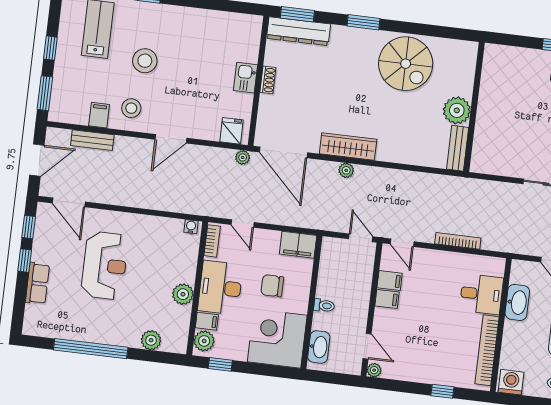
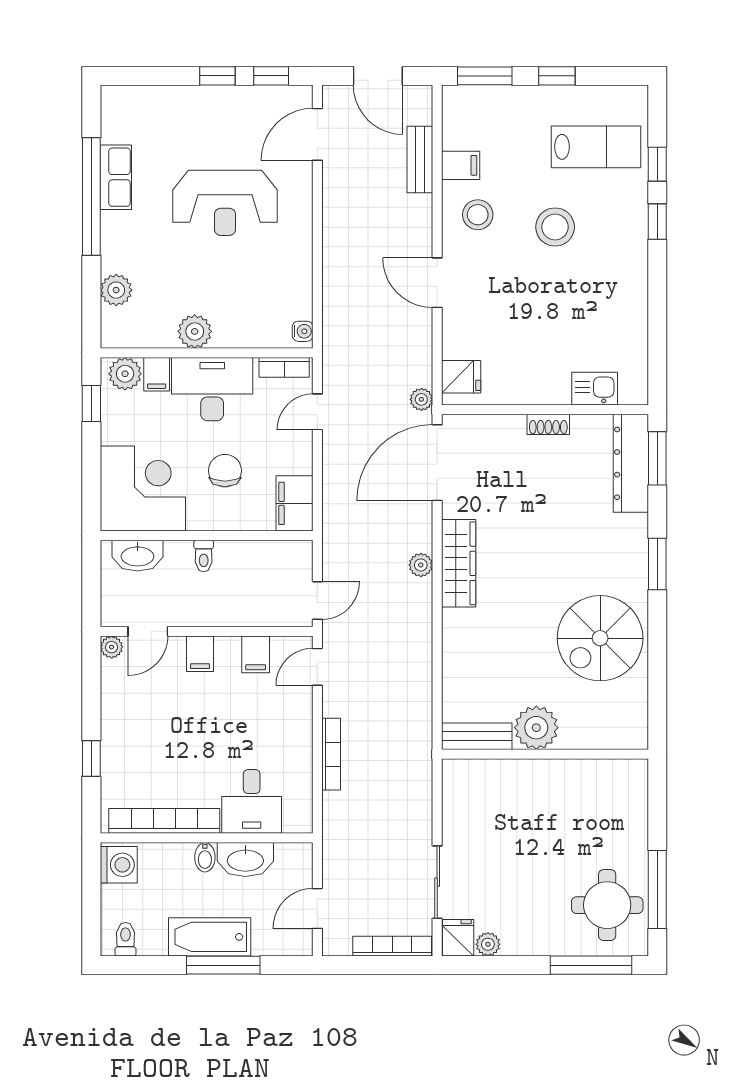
kitchen sink: (245, 78) -> (595, 389), moved
row of seats: (37, 283) -> (116, 177), moved, turned -90
filing cabinet: (387, 299) -> (200, 654), moved
bidet: (513, 328) -> (205, 857), added

